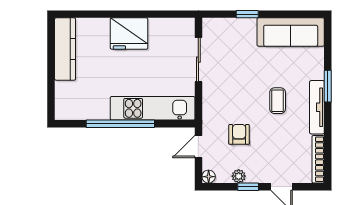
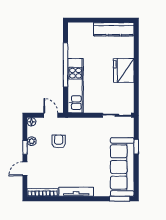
sofa: (291, 32) -> (122, 167), width x1.36, depth x1.27
sliding door: (198, 60) -> (117, 115), moved
window: (328, 86) -> (120, 199), moved
coffee table: (278, 101) -> (80, 166), removed
armchair: (239, 134) -> (59, 141), turned -90

